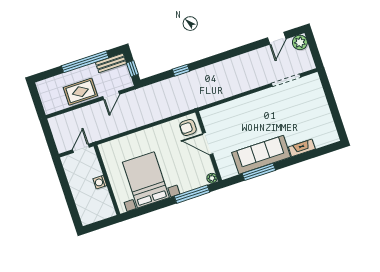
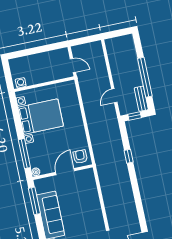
rug: (80, 92) -> (120, 70), removed
door: (111, 95) -> (114, 96), hinge flipped
window: (259, 172) -> (34, 201), moved
washing machine: (100, 182) -> (21, 83), moved

